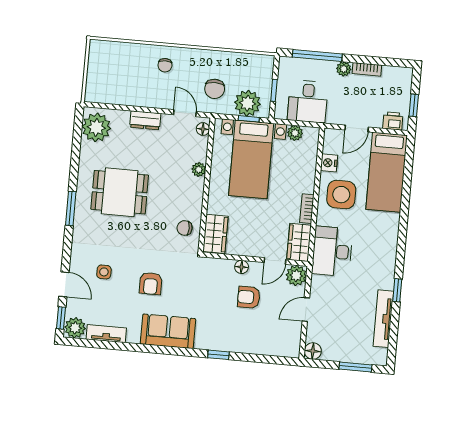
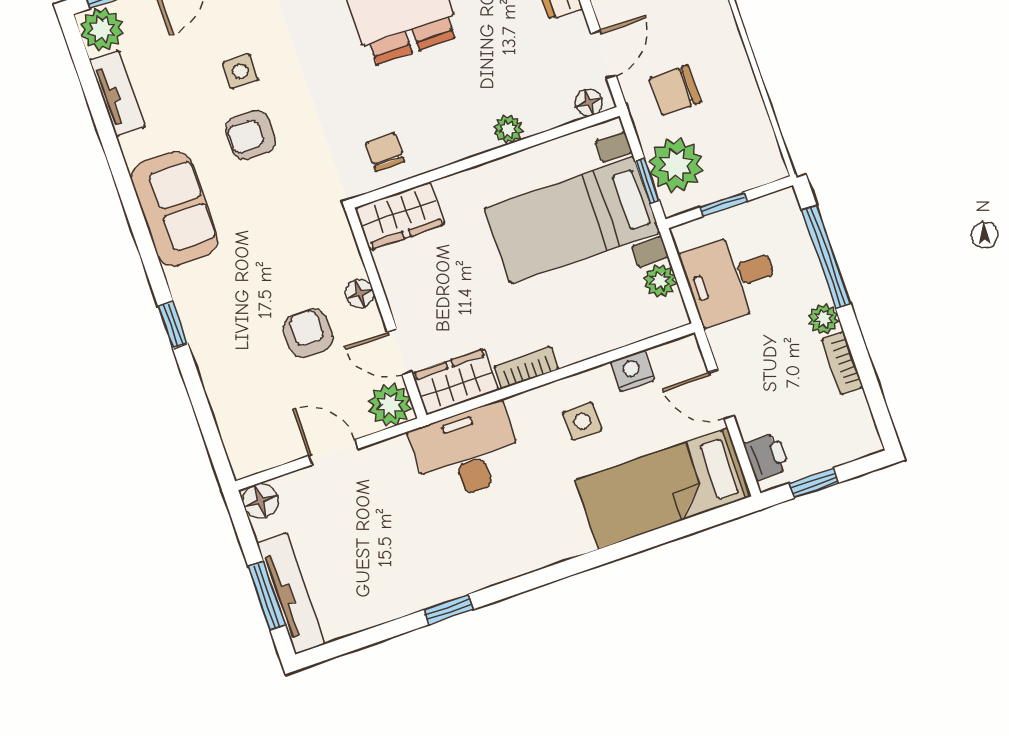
side table: (341, 195) -> (582, 421), width x0.54, depth x0.54
side table: (104, 272) -> (240, 71), moved
tv unit: (383, 319) -> (291, 593), moved, turned 90

